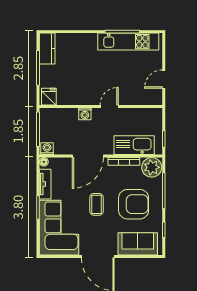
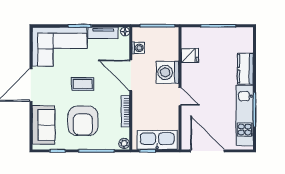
kitchen counter: (47, 49) -> (245, 69), moved, turned 90
door: (164, 79) -> (207, 151), width x1.87
fridge: (49, 97) -> (190, 56), moved
washing machine: (85, 114) -> (167, 72), width x1.89, depth x1.89
kitchen sink: (134, 145) -> (157, 140), moved, turned -90
washing machine: (47, 149) -> (138, 48), moved
plant: (152, 167) -> (124, 143), width x0.53, depth x0.53

